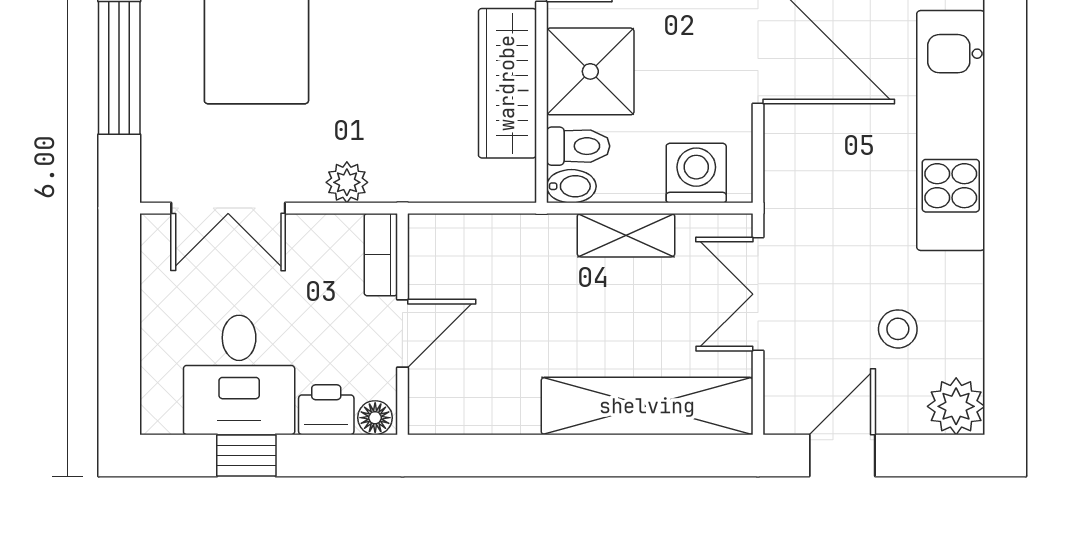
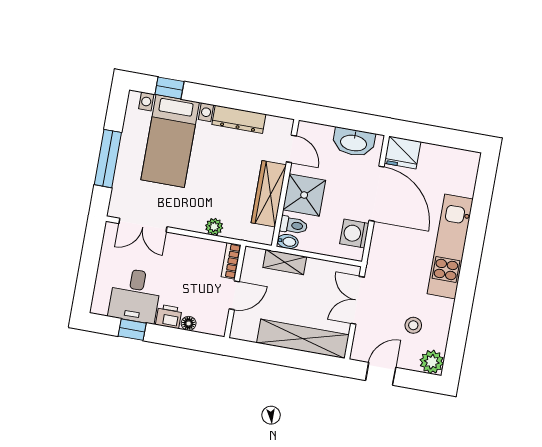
washing machine: (696, 173) -> (354, 234), moved, turned -90
plant: (347, 182) -> (214, 227), moved
shelving: (626, 235) -> (285, 262), moved
bookcase: (381, 255) -> (231, 261), moved
wall: (402, 324) -> (235, 291), moved
door: (402, 334) -> (234, 295), moved

